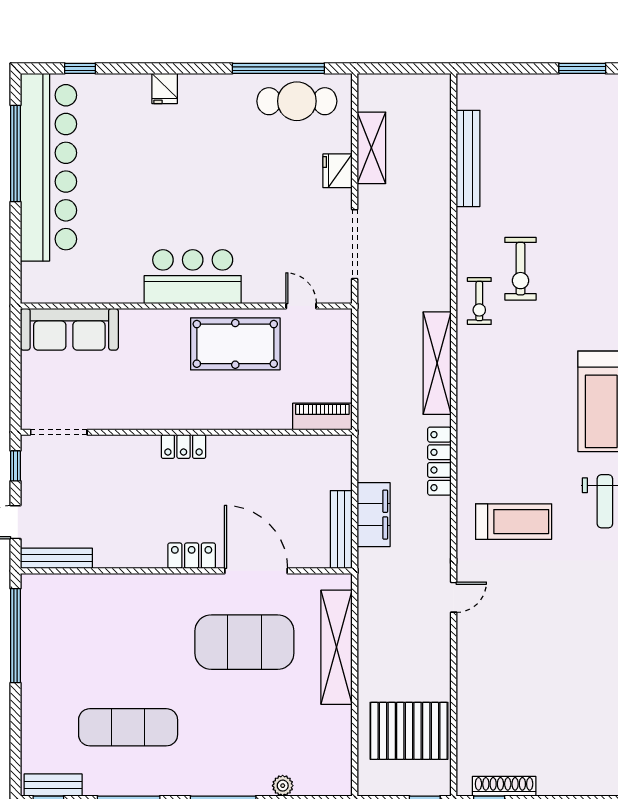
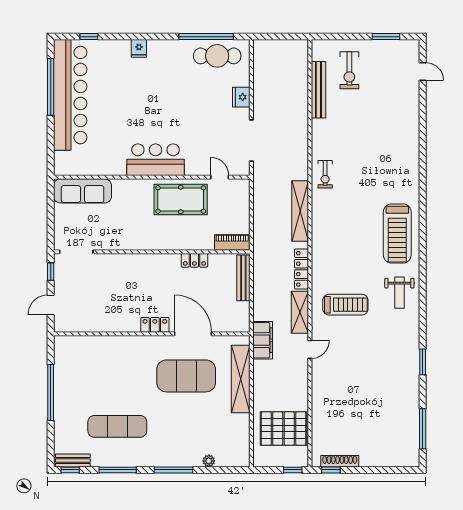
shelving: (371, 148) -> (300, 312), moved
exercise bike: (520, 269) -> (349, 70), moved
locker: (184, 447) -> (194, 260), moved
filing cabinet: (374, 515) -> (263, 340), moved
bench: (341, 529) -> (243, 278), moved
bench: (56, 558) -> (75, 326), removed
window: (15, 636) -> (51, 392), moved

